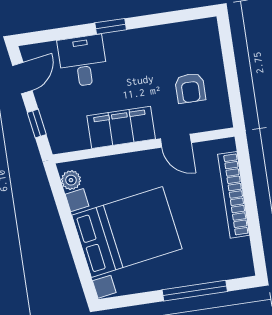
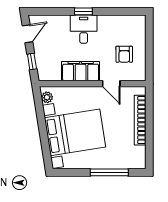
desk: (83, 61) -> (84, 29), moved

